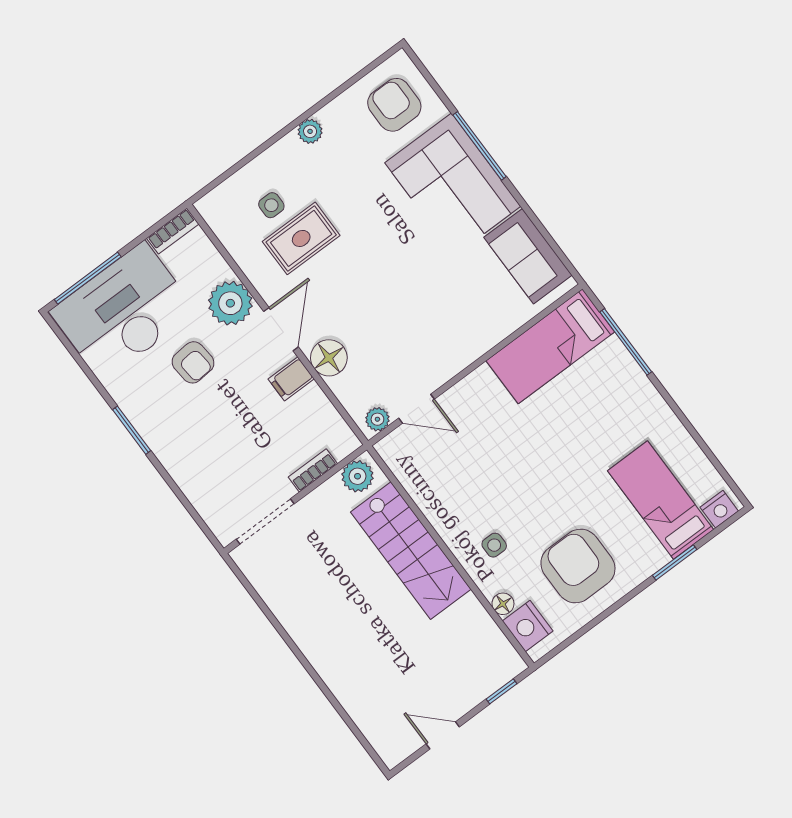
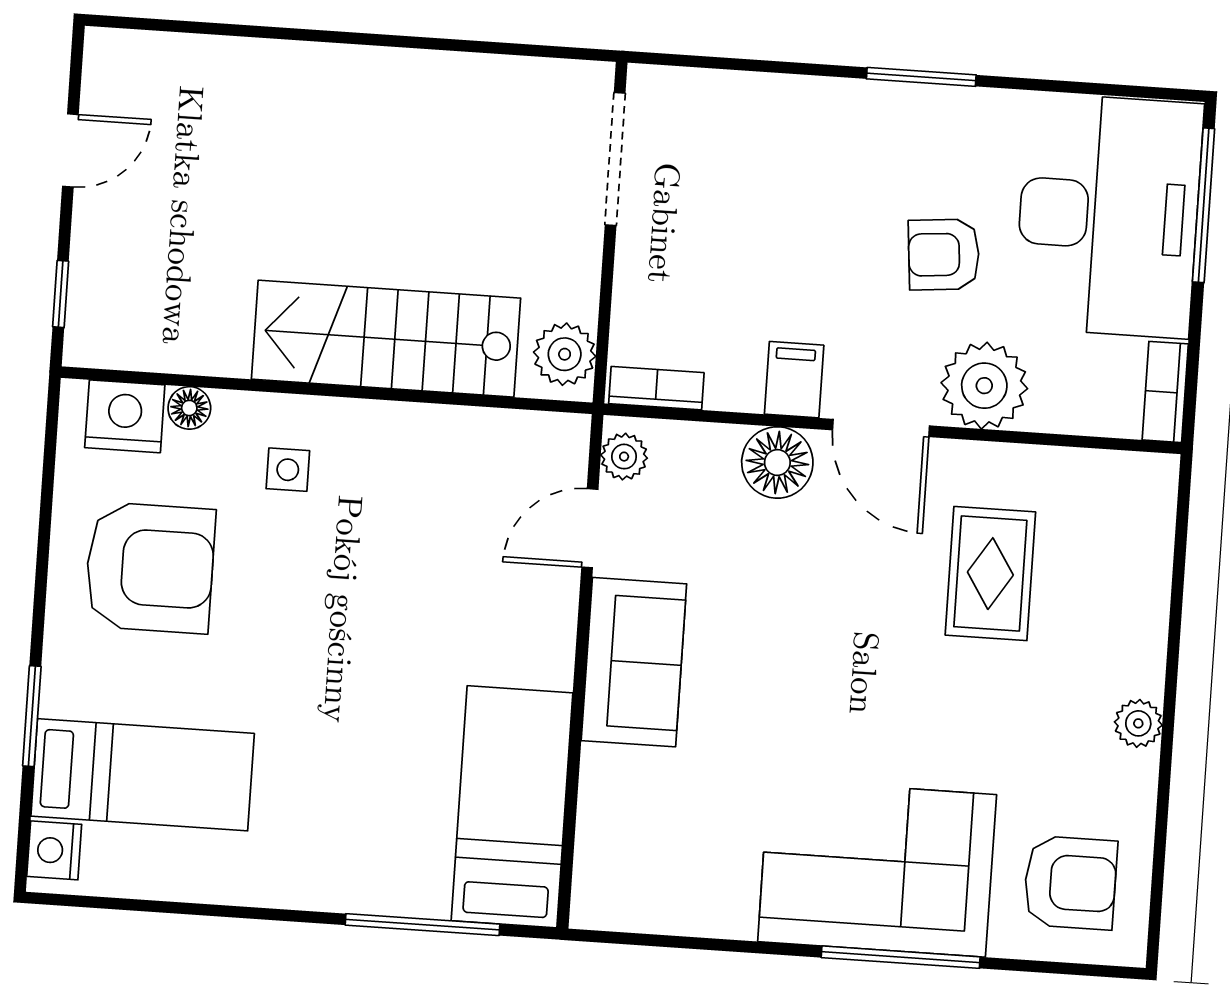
side table: (271, 205) -> (1078, 572), removed
sofa: (528, 256) -> (634, 662), moved, turned 90
bookcase: (313, 470) -> (656, 388), moved, turned -90

